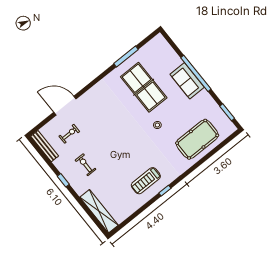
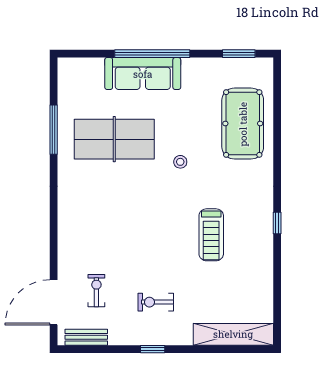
sofa: (187, 81) -> (143, 74), width x1.36
door: (65, 106) -> (54, 302), moved
bench: (45, 146) -> (86, 337), width x0.73
treadmill: (146, 181) -> (211, 235), moved

